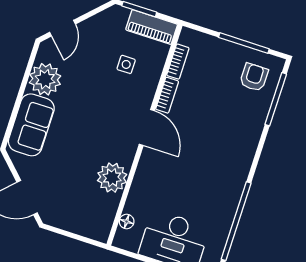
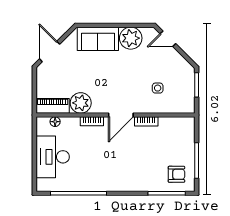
piano: (152, 27) -> (53, 106), moved, turned 90
bookcase: (178, 62) -> (92, 121), moved

